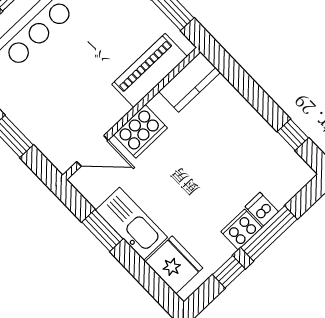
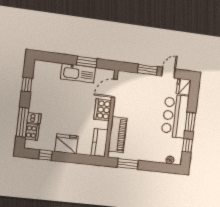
cooker: (241, 229) -> (32, 132), moved
window: (269, 233) -> (22, 122), moved
fridge: (174, 265) -> (66, 144), moved, turned 180

